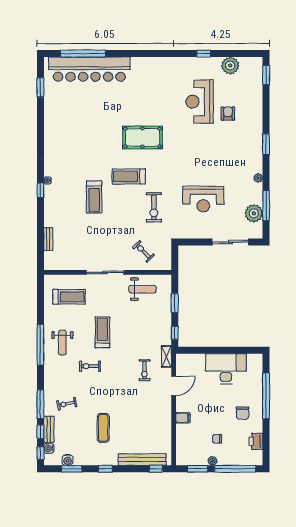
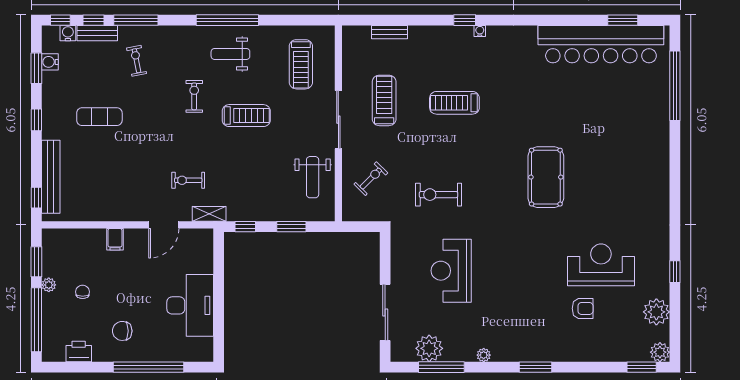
plant: (256, 63) -> (660, 352), added
bar counter: (89, 69) -> (601, 44), moved, turned -90
treadmill: (129, 176) -> (384, 100), moved
door: (174, 386) -> (164, 225), hinge flipped

